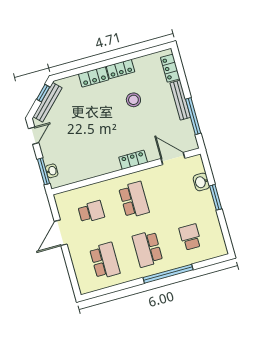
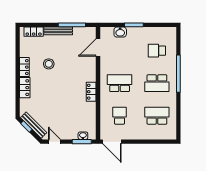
locker: (133, 160) -> (91, 92), moved
door: (61, 233) -> (112, 142), moved

